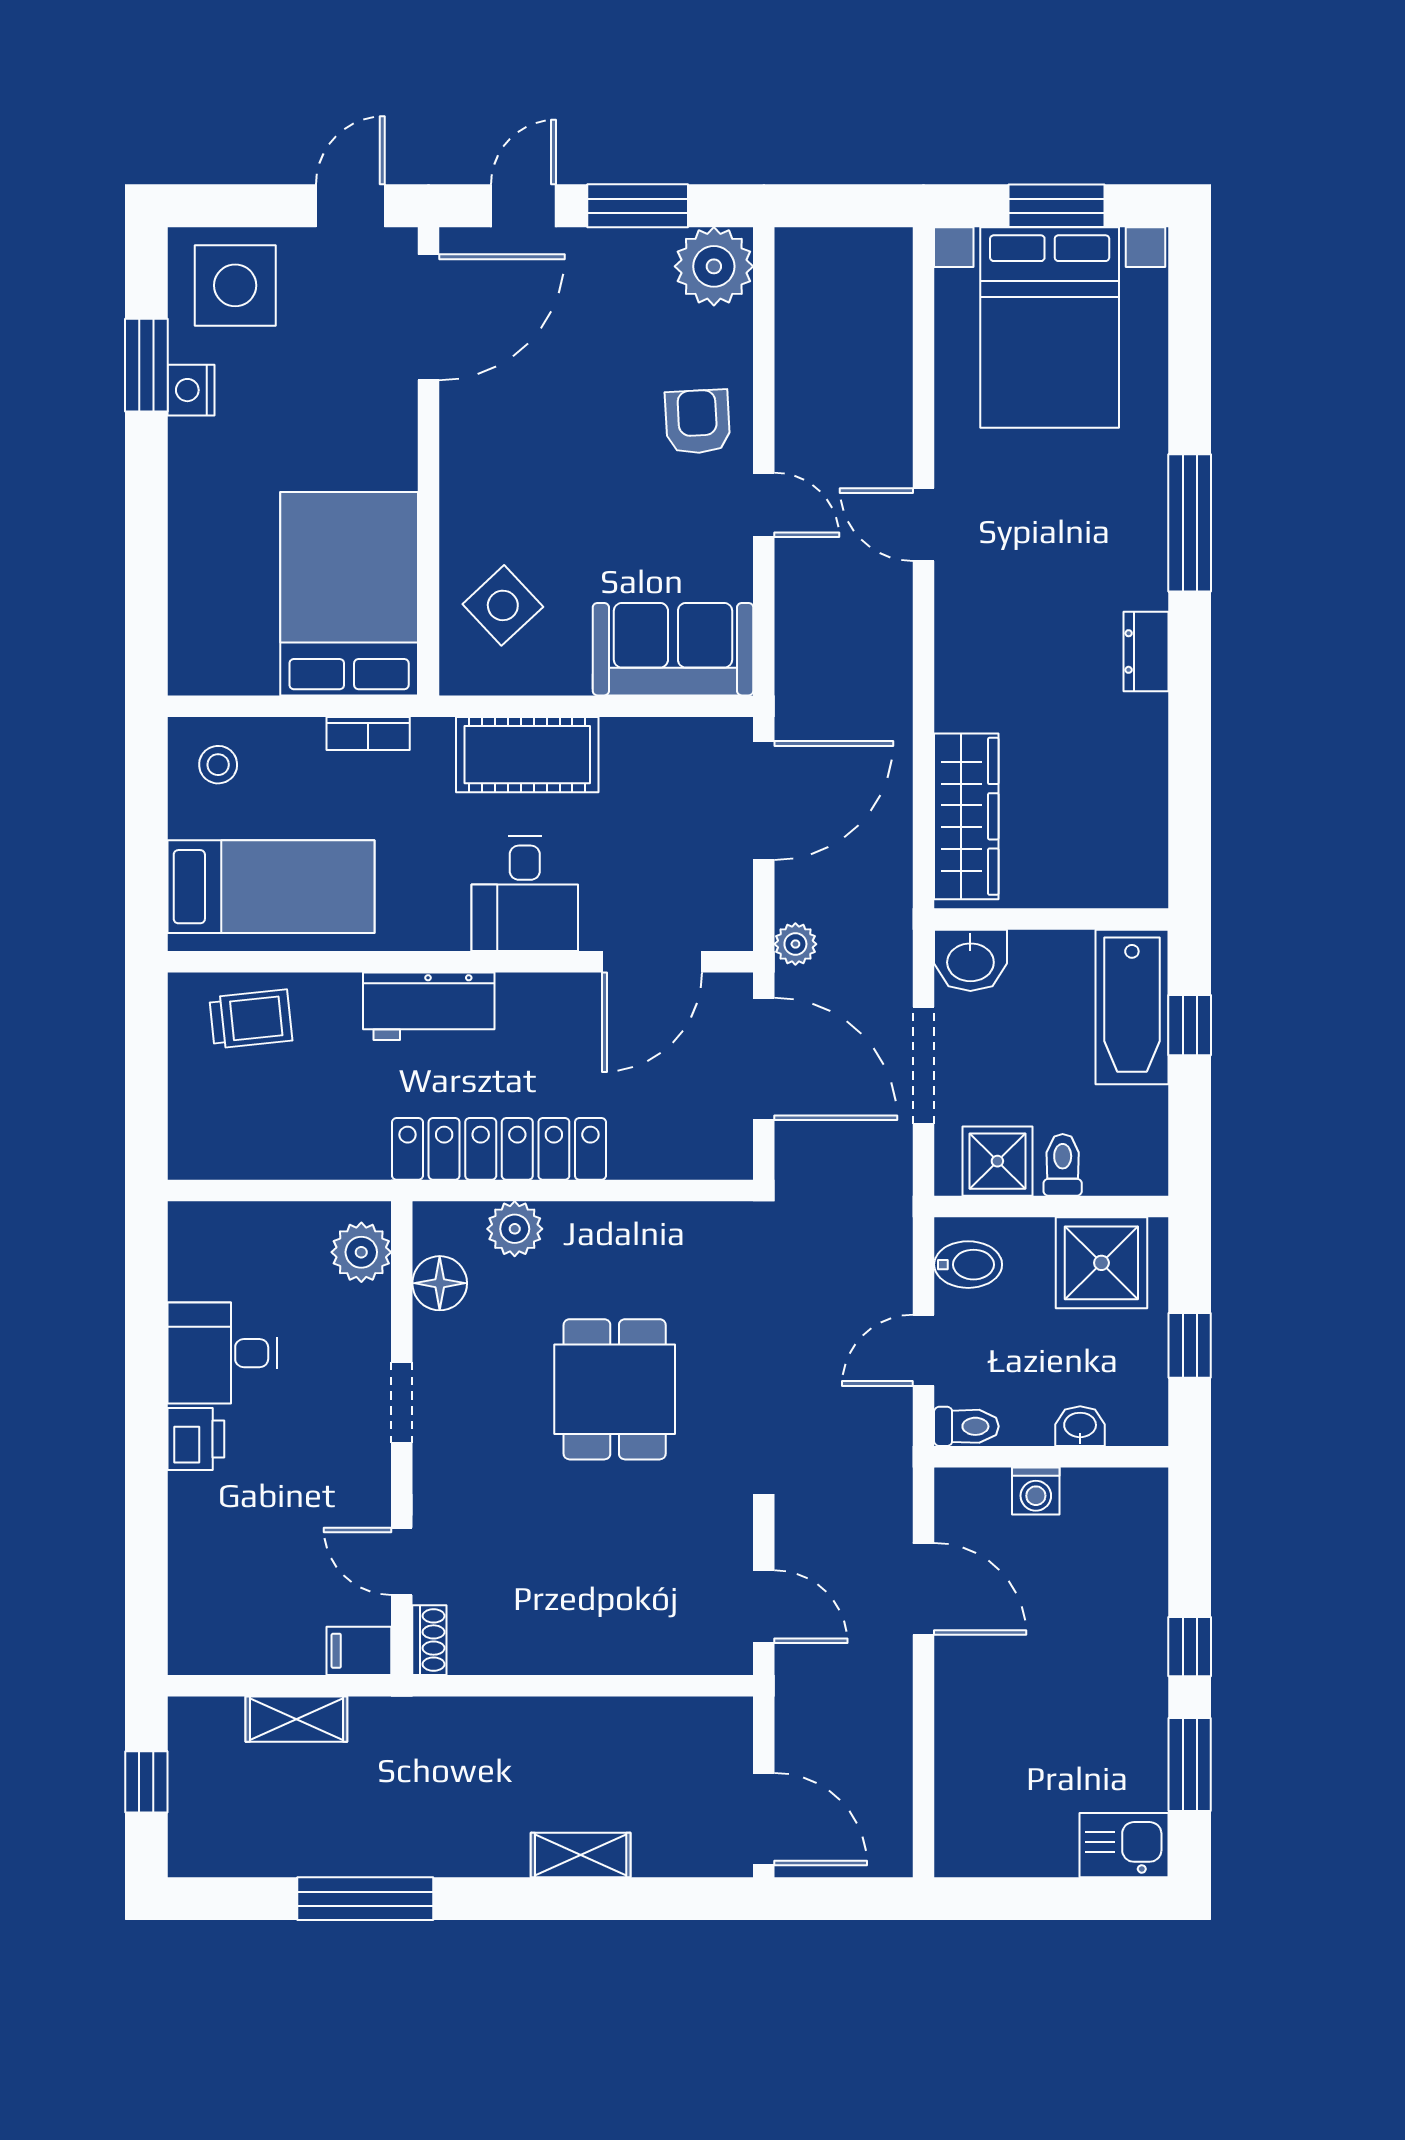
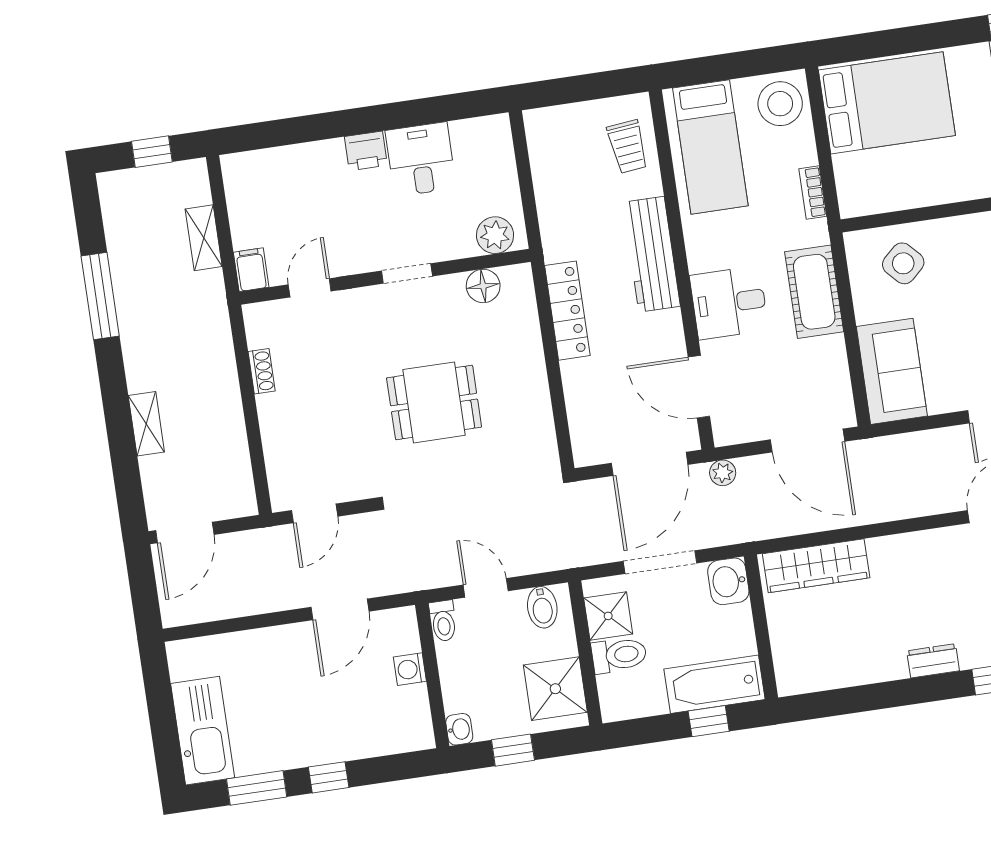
bed: (349, 594) -> (887, 103), moved
stool: (218, 765) -> (780, 104), width x1.89, depth x1.89
workbench: (429, 1006) -> (651, 254), width x1.37
locker: (499, 1149) -> (567, 311), width x0.71, depth x0.83
toilet: (1063, 1165) -> (619, 655), width x1.37, depth x1.39
plant: (515, 1229) -> (523, 327), removed
washbasin: (1080, 1426) -> (459, 729), moved
shoe rack: (429, 1640) -> (262, 371), moved, turned -90
kitchen sink: (1124, 1845) -> (203, 731), width x1.87, depth x1.24

